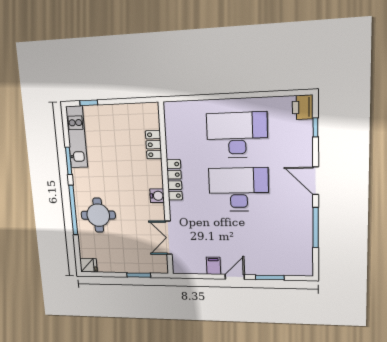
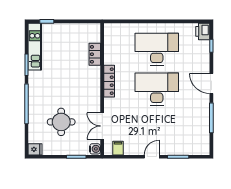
water cooler: (157, 196) -> (95, 149), moved
round table: (98, 215) -> (61, 122), moved
filing cabinet: (213, 266) -> (118, 148), moved

